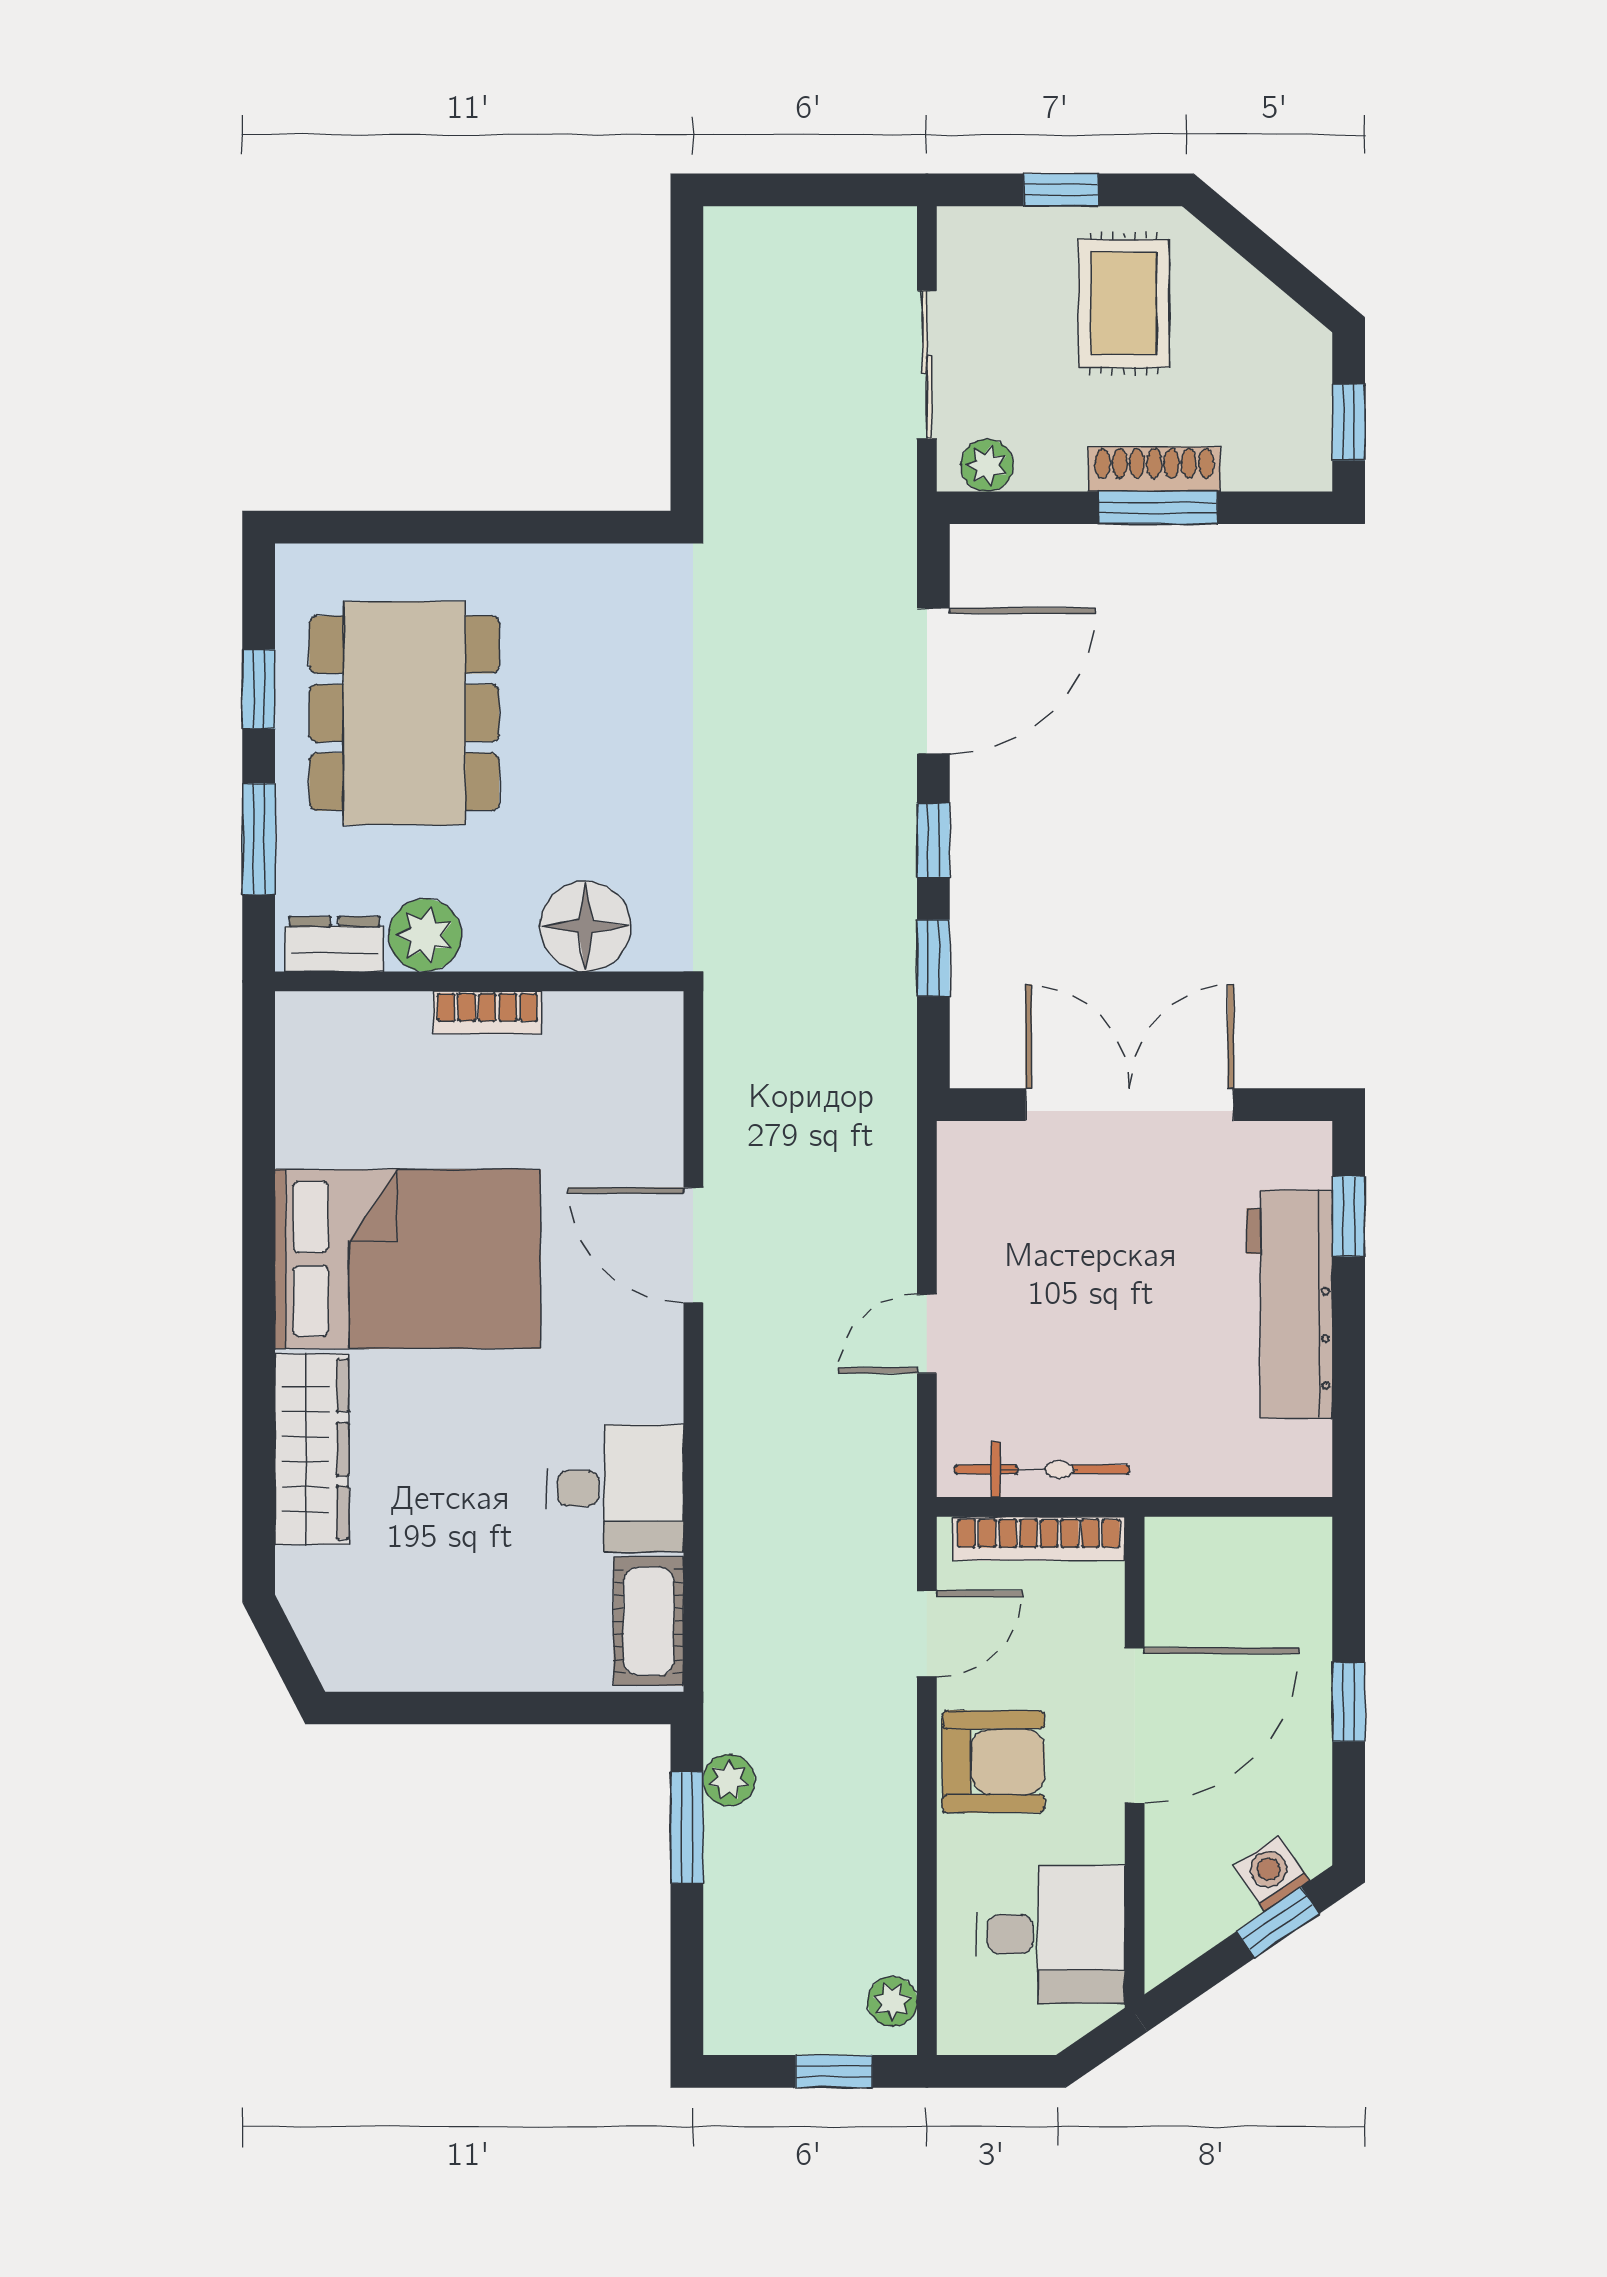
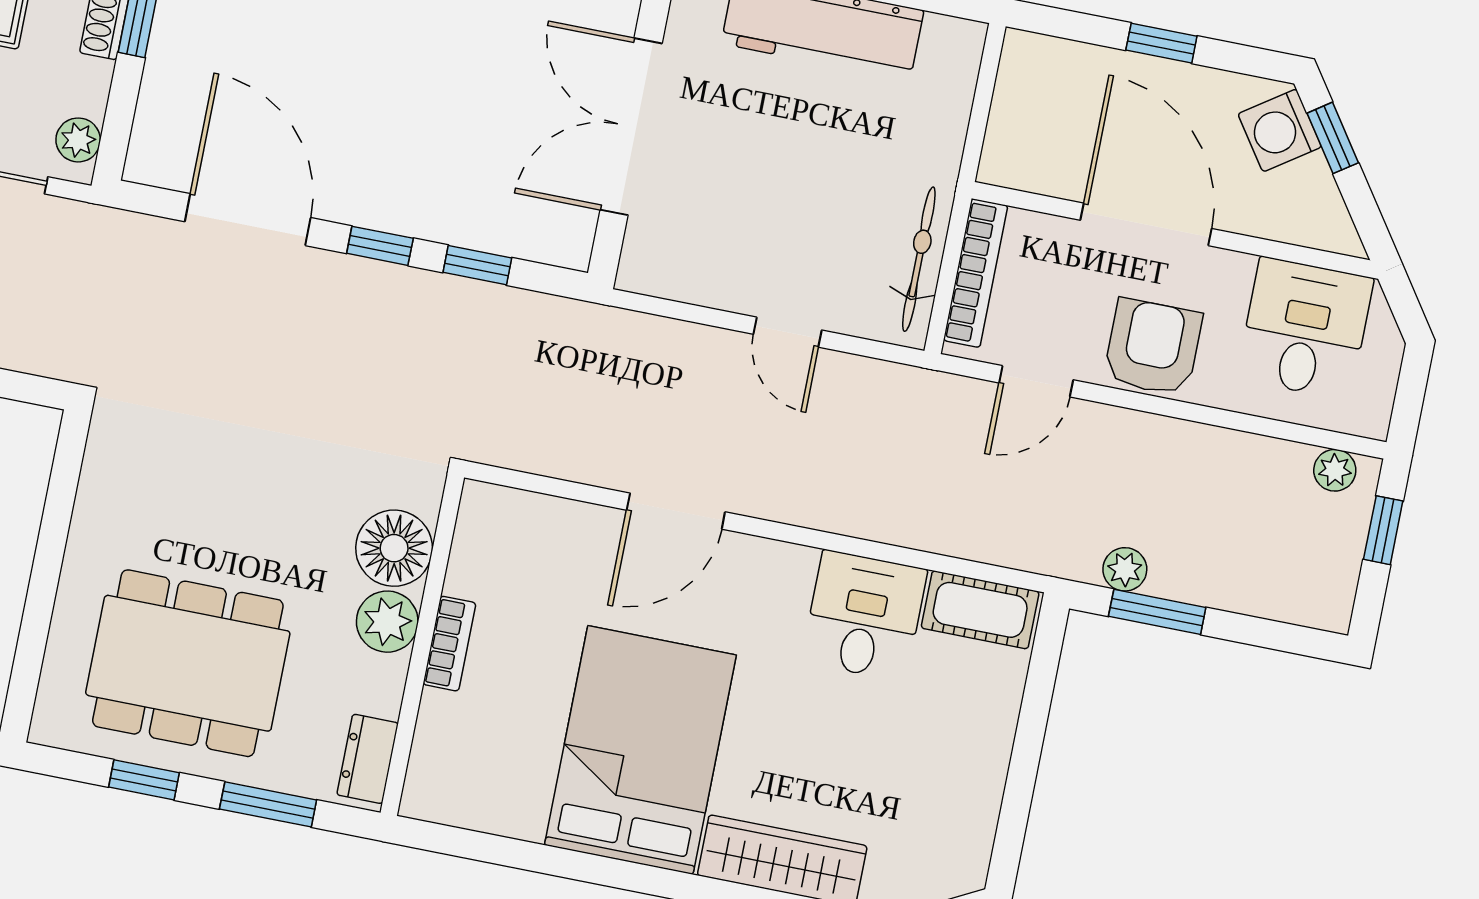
plant: (425, 935) -> (387, 622), moved
door: (927, 1634) -> (1036, 381), swing flipped
washing machine: (1272, 1874) -> (1280, 130), width x1.38, depth x1.38

